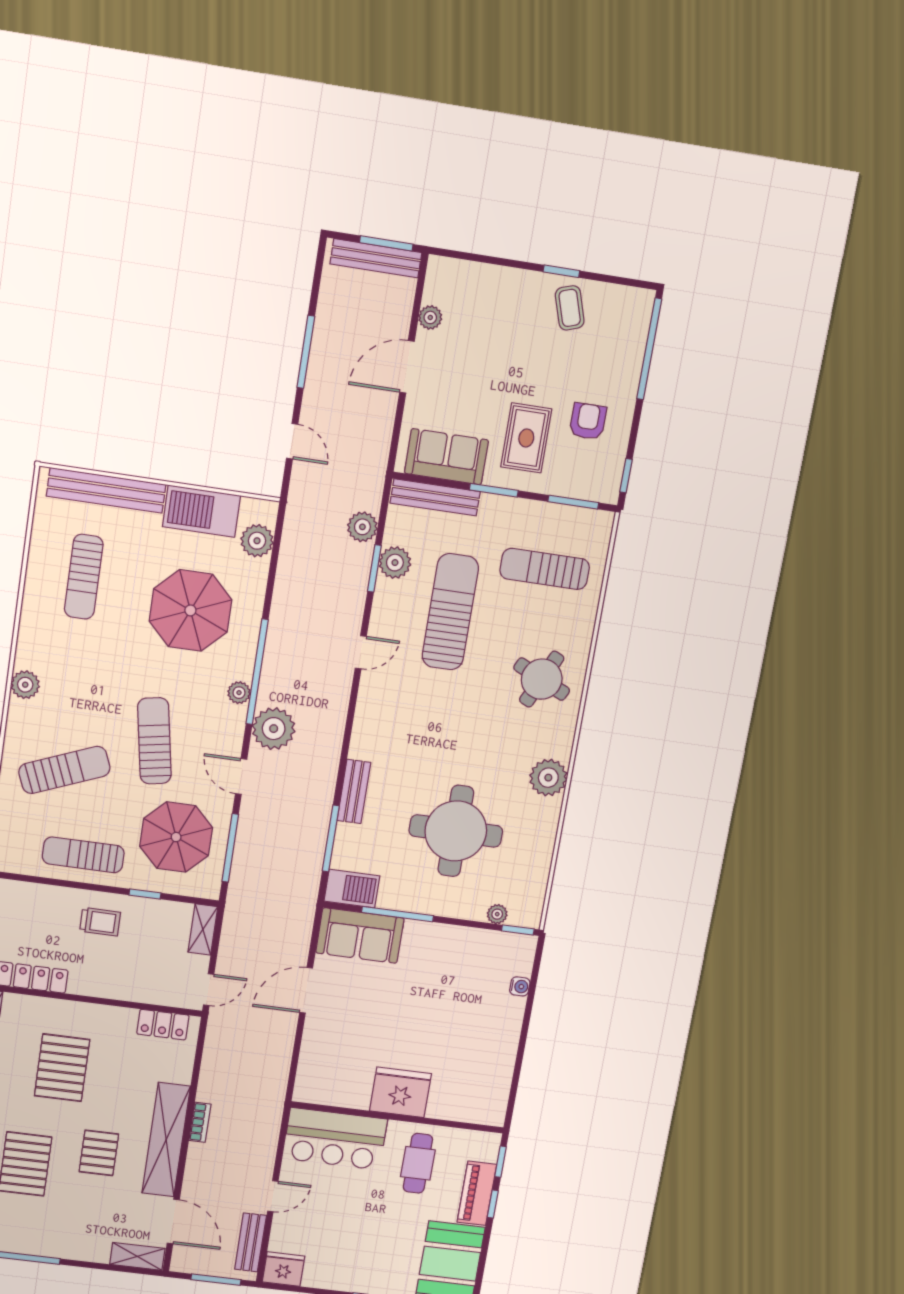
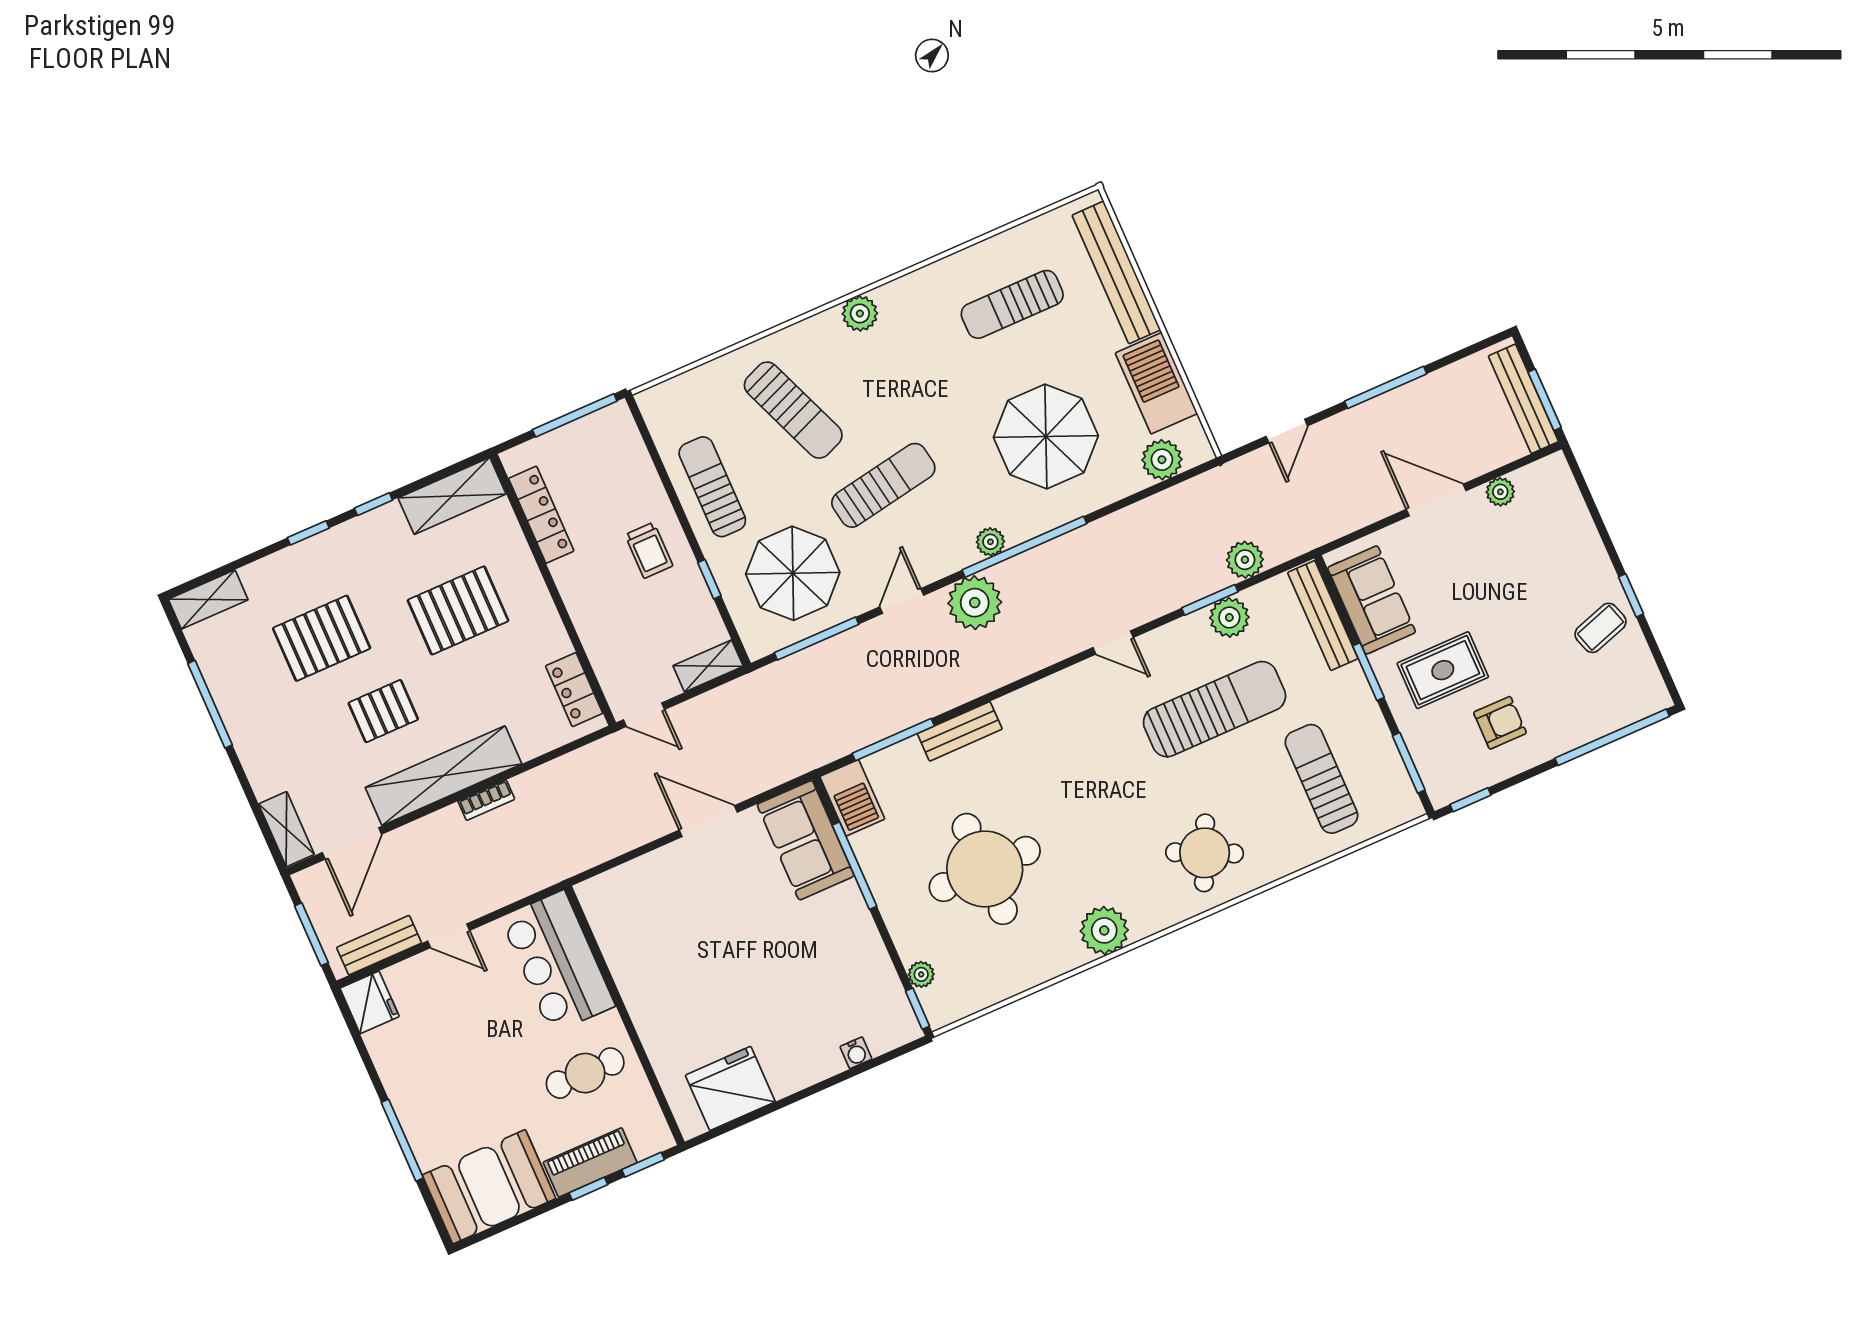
fridge: (400, 1092) -> (730, 1088), moved, turned -90

